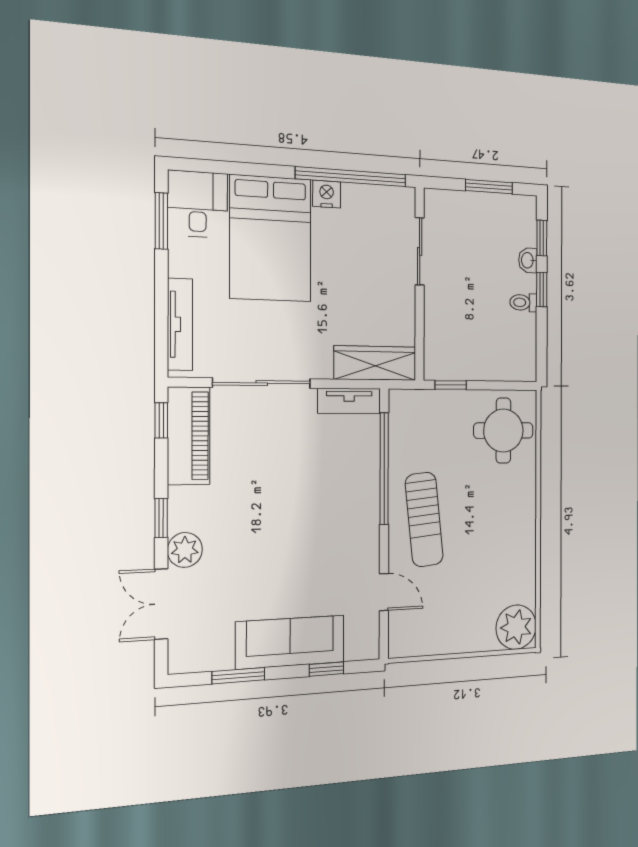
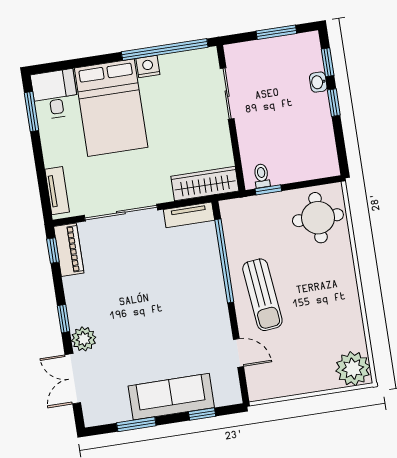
toilet: (523, 303) -> (262, 176), moved, turned 90
tv unit: (180, 324) -> (57, 191), width x0.71
piano: (189, 436) -> (69, 250), width x0.73, depth x0.75

